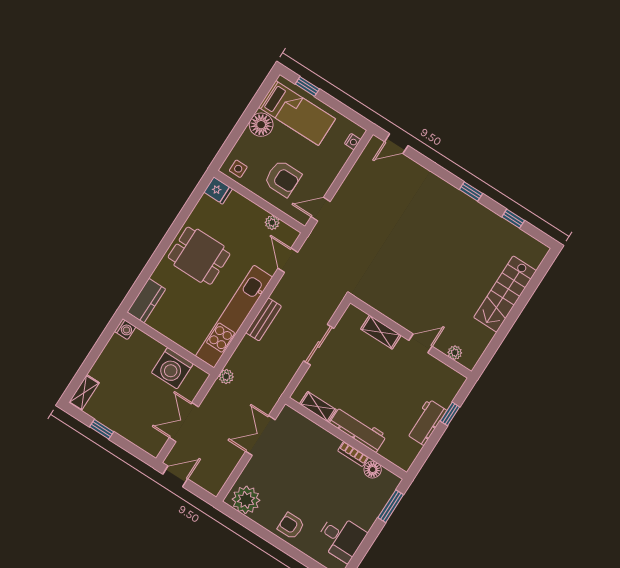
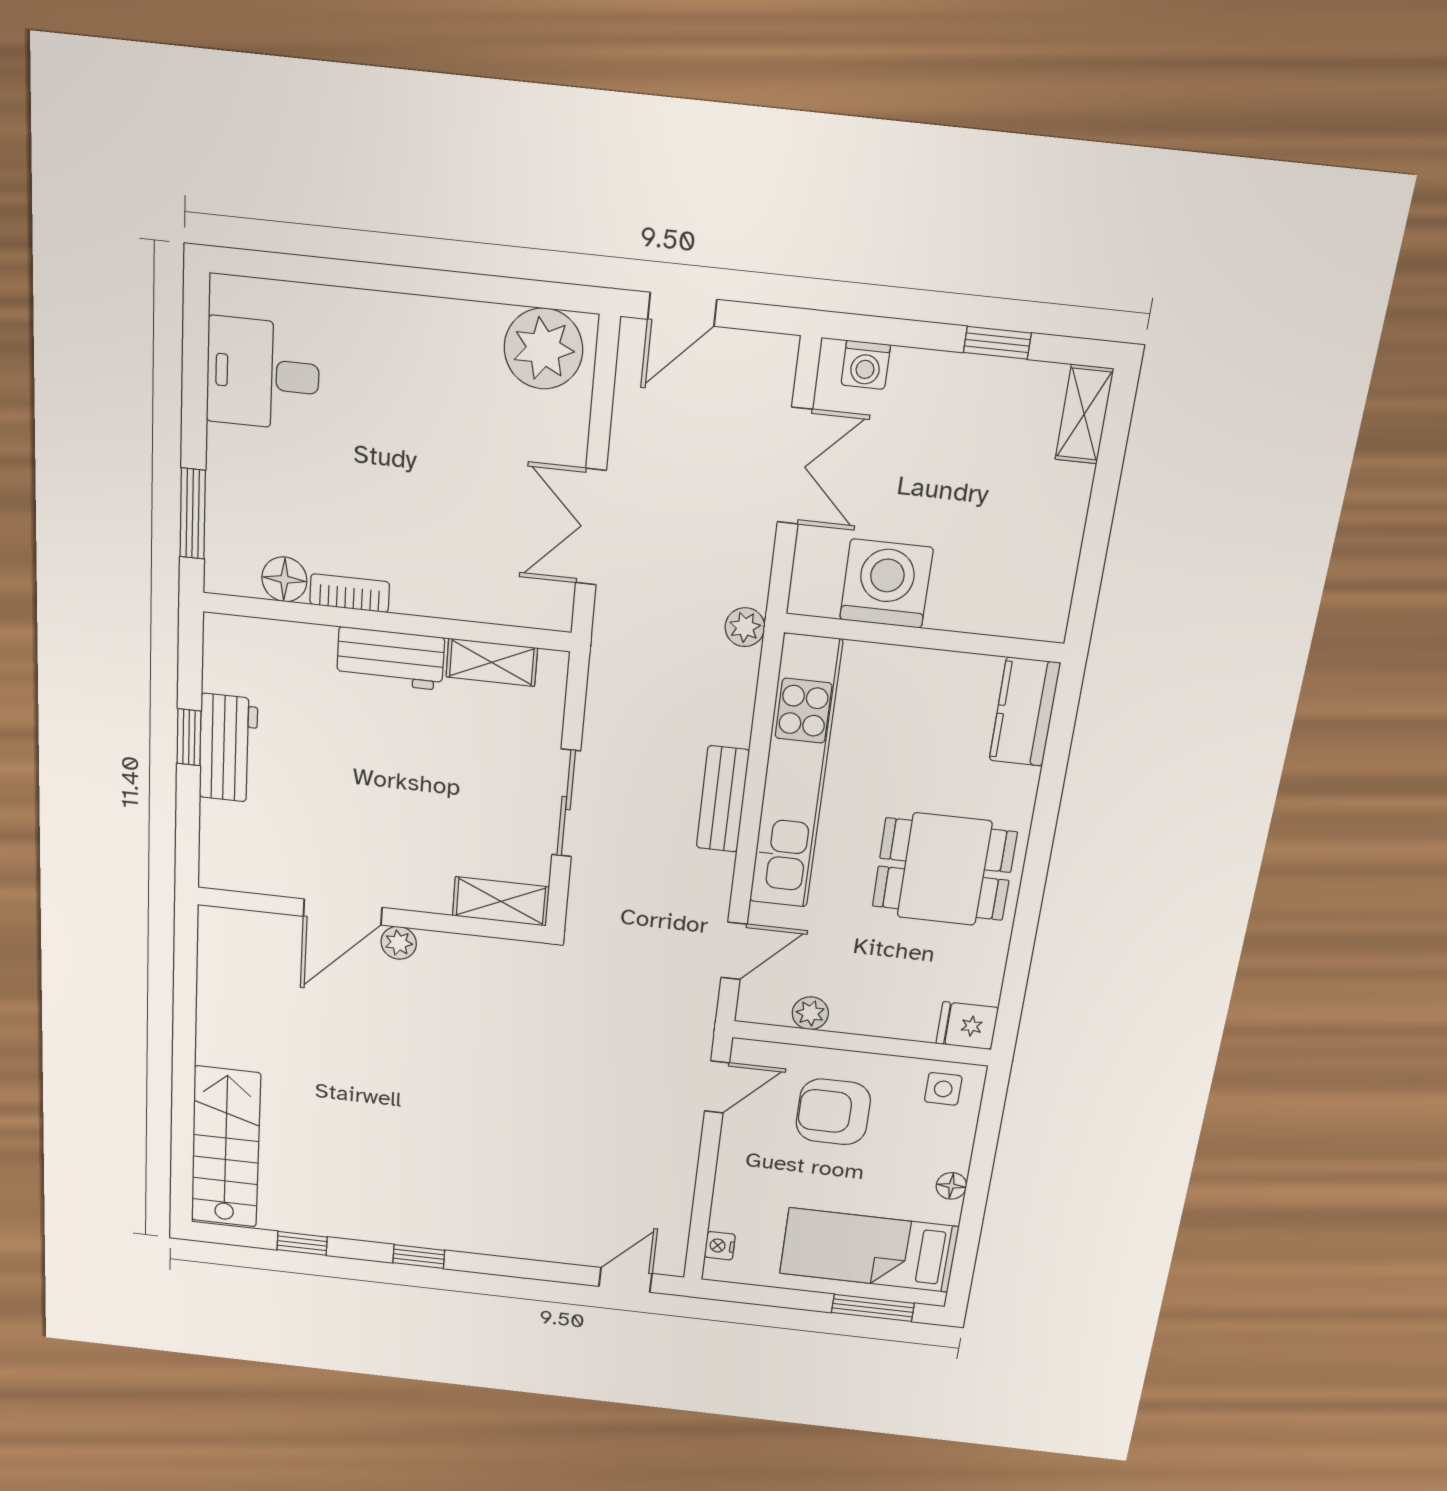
window: (307, 86) -> (873, 1308), width x1.50
floor lamp: (261, 125) -> (951, 1186), width x0.53, depth x0.53
door: (288, 260) -> (734, 951), hinge flipped
stairs: (505, 294) -> (226, 1147), moved
washing machine: (125, 329) -> (866, 365), moved, turned -90
shelving: (381, 332) -> (501, 901), moved
door: (421, 343) -> (343, 912), width x1.38
plant: (455, 353) -> (399, 943), moved
window: (450, 414) -> (189, 737), moved
workbench: (358, 429) -> (390, 659), width x0.73
double door: (260, 436) -> (591, 527), swing flipped
door: (175, 476) -> (682, 309), moved
armchair: (291, 526) -> (399, 340), removed

